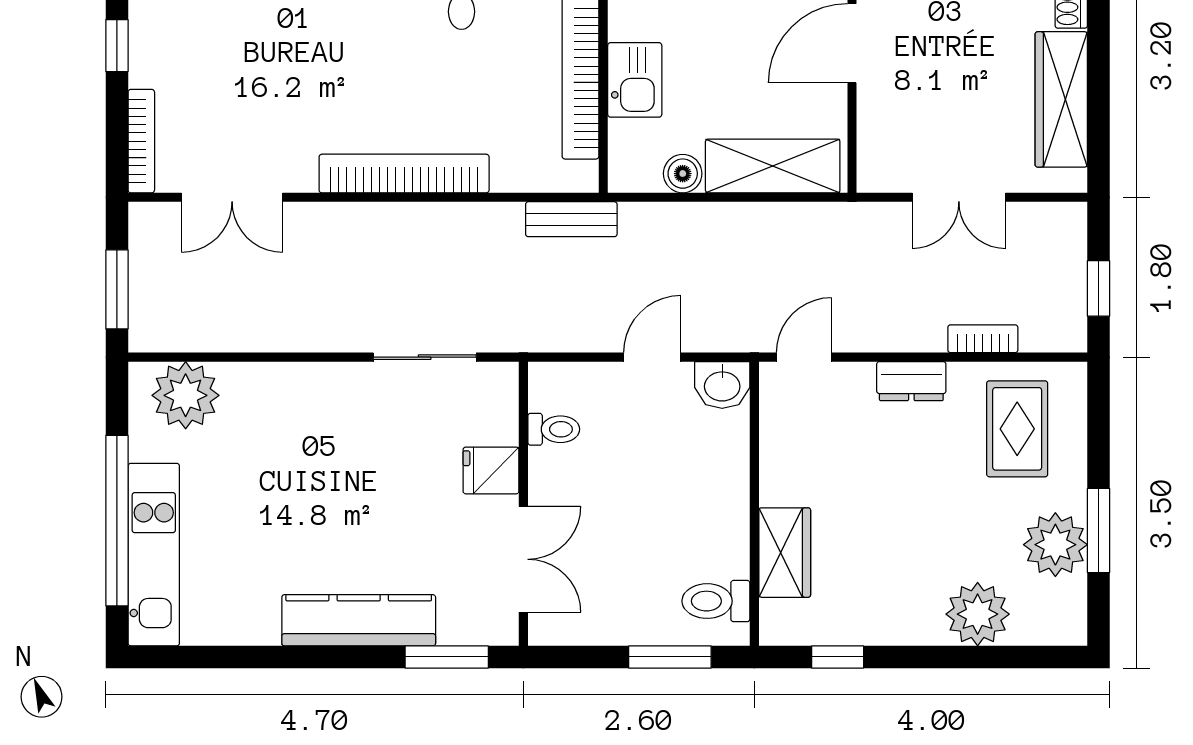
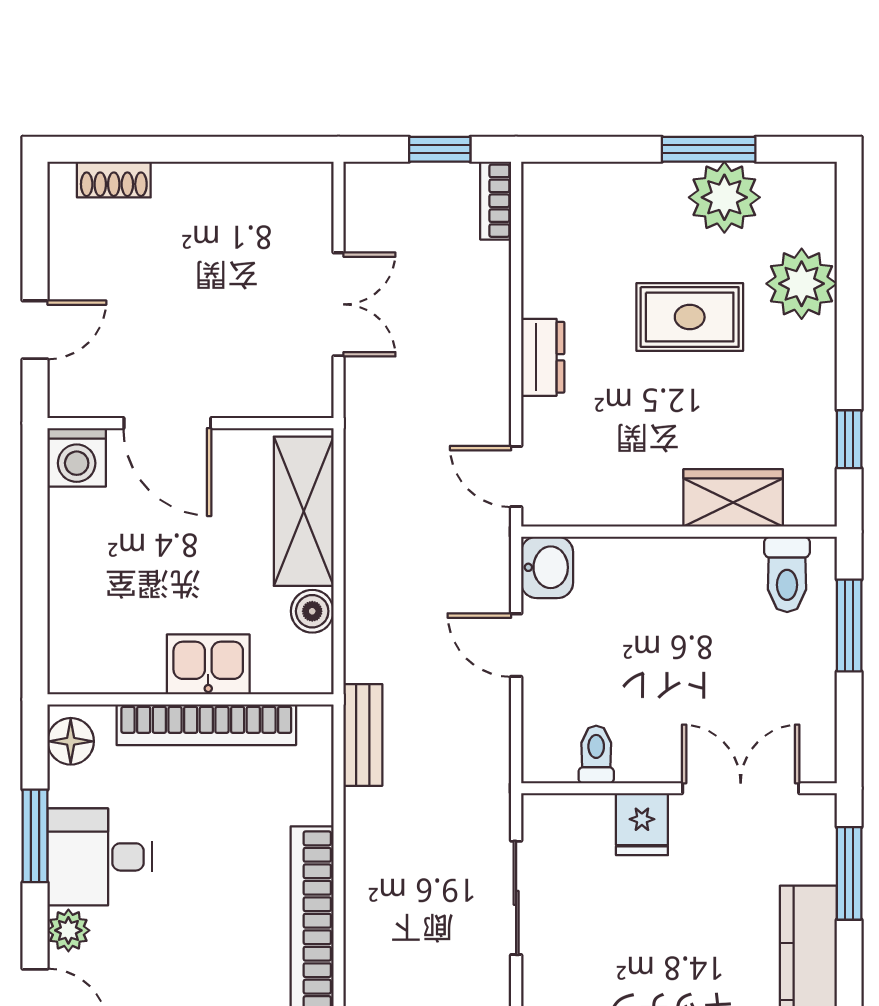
wardrobe: (1061, 99) -> (230, 191), removed
bookcase: (983, 339) -> (496, 201), moved
rug: (1017, 429) -> (690, 317), moved

